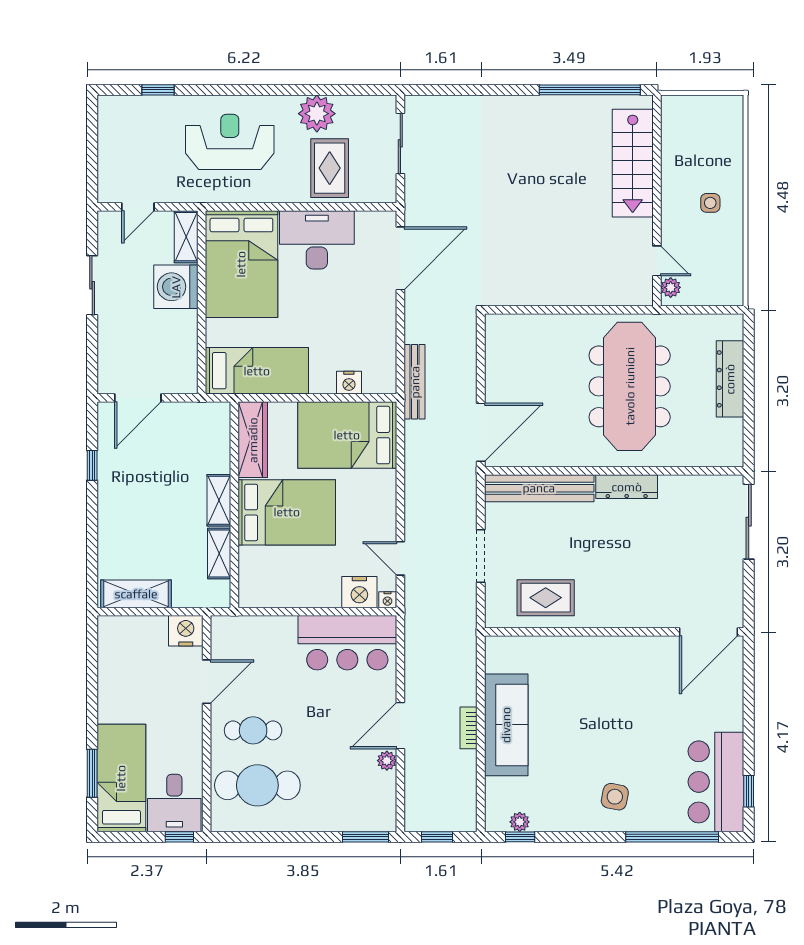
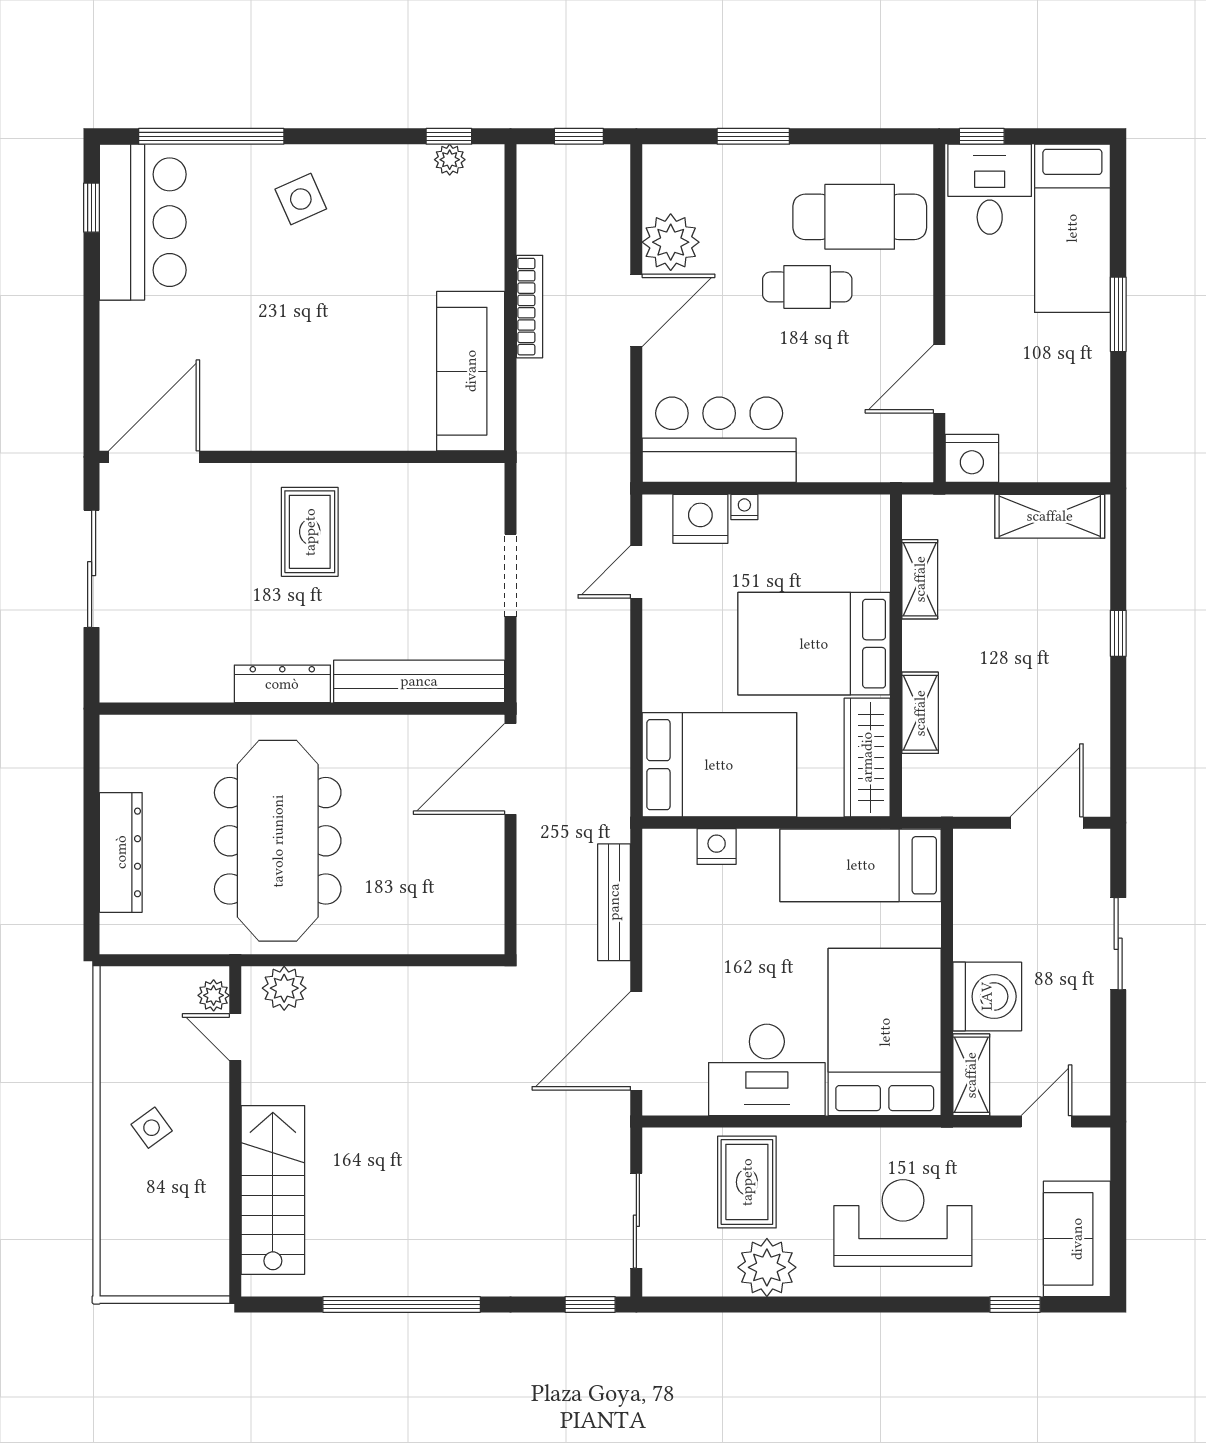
window: (430, 90) -> (590, 1304), added
window: (590, 90) -> (402, 1304), moved
sofa: (119, 132) -> (1077, 1239), added
reception desk: (230, 142) -> (903, 1223), turned 180
side table: (710, 203) -> (152, 1128), turned -36
sliding door: (92, 285) -> (1118, 944), moved
plant: (625, 292) -> (284, 988), added
bench: (415, 382) -> (614, 902), moved
window: (92, 465) -> (1118, 633), moved
shelving: (219, 500) -> (920, 713), moved
sliding door: (749, 522) -> (92, 569), moved
door: (400, 558) -> (636, 572), swing flipped
rug: (546, 598) -> (310, 532), moved, turned 90
nightstand: (388, 600) -> (744, 507), moved
sofa: (506, 725) -> (471, 371), moved
bookcase: (469, 728) -> (530, 307), width x1.56
cafe table: (253, 730) -> (807, 287), moved
plant: (387, 761) -> (671, 242), width x1.87, depth x1.87
window: (92, 773) -> (1118, 314), moved
side table: (615, 797) -> (301, 199), turned -35
window: (365, 837) -> (753, 136), moved

